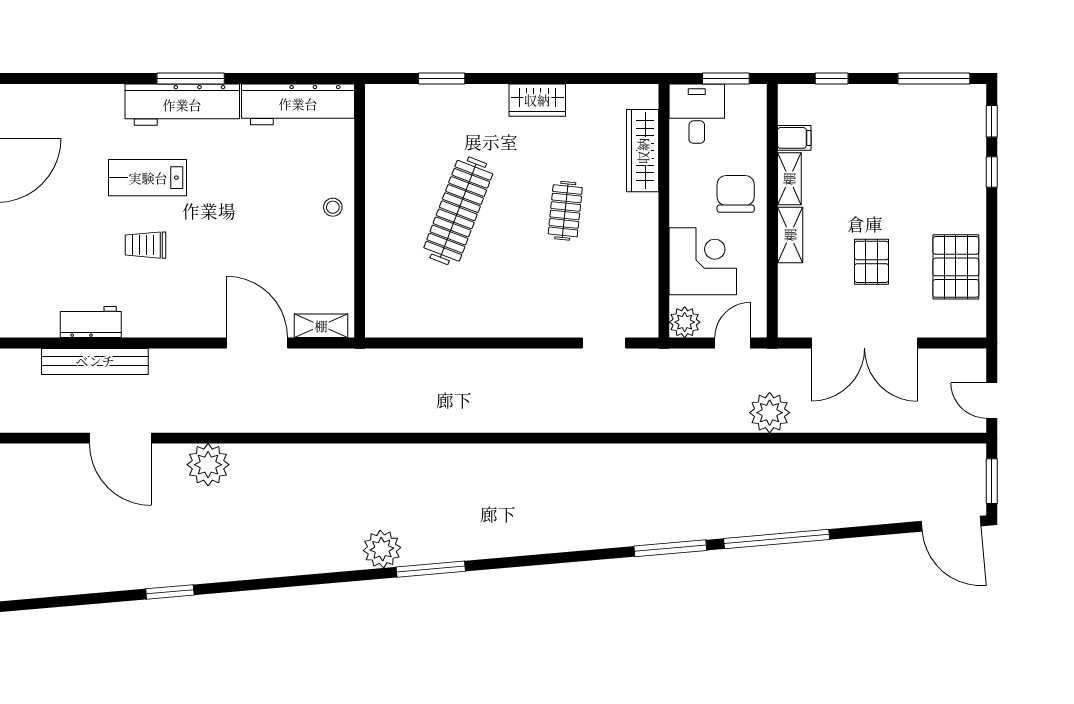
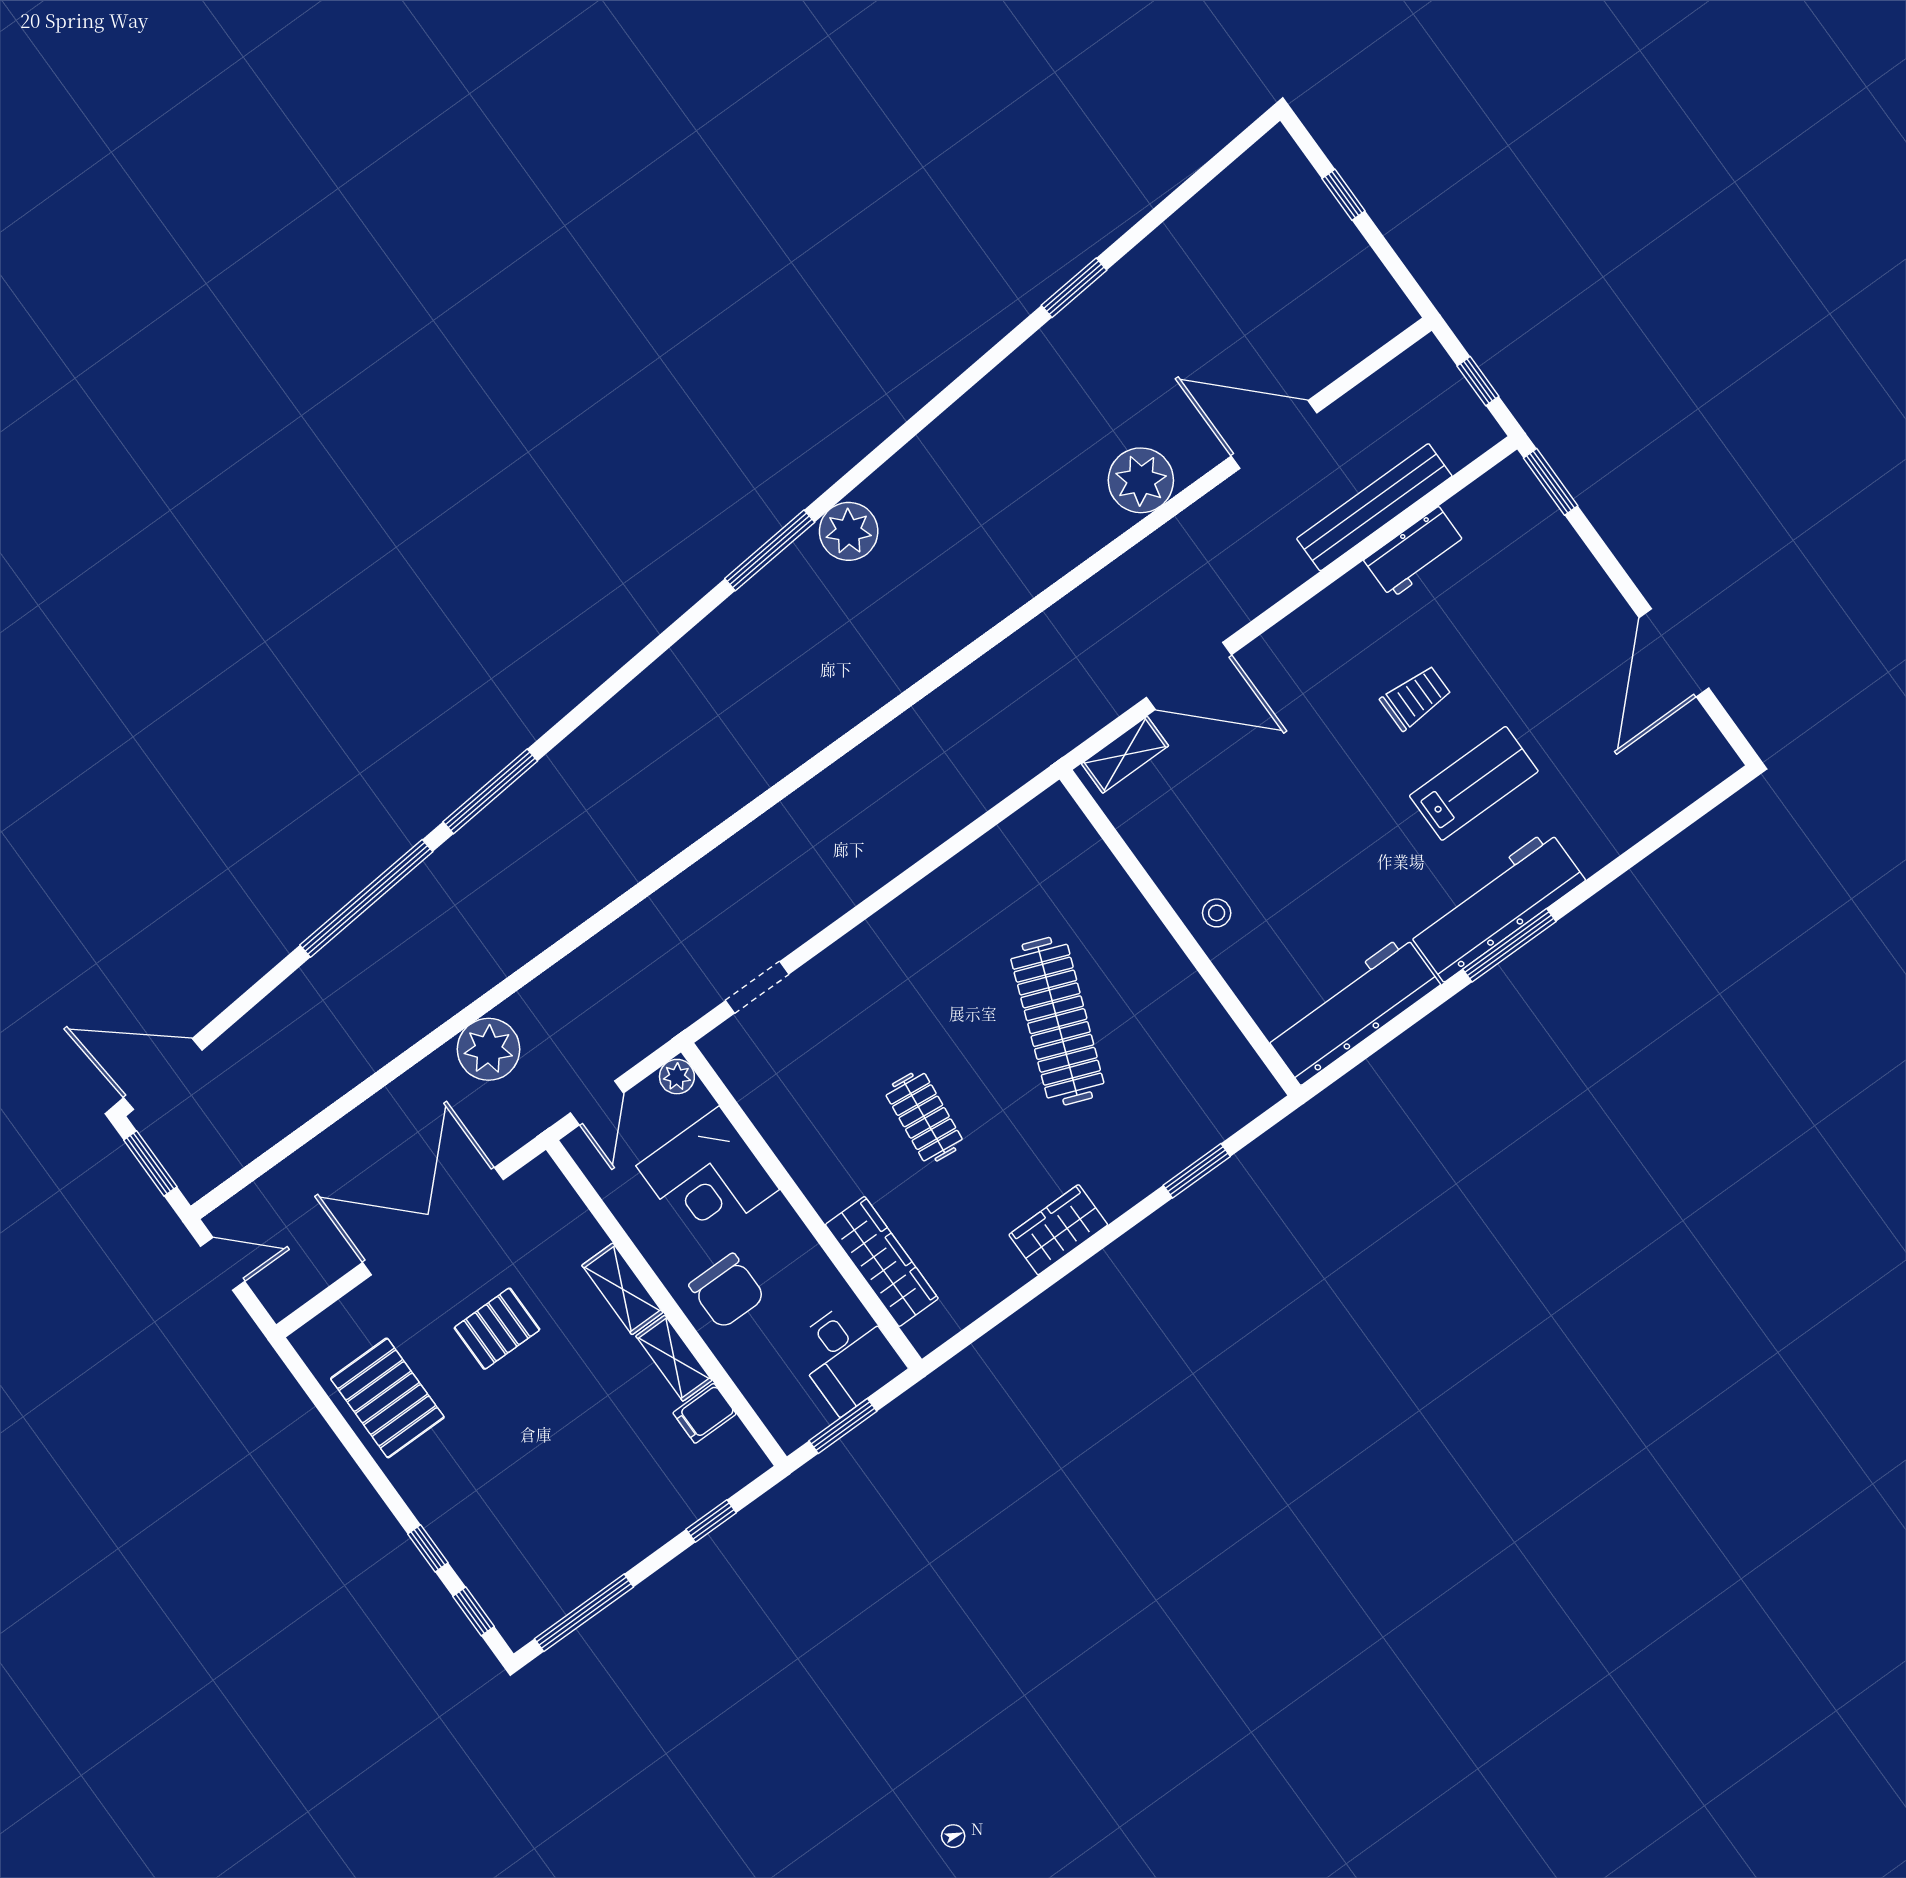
pallet: (872, 262) -> (497, 1329), turned 90
plant: (685, 322) -> (677, 1077), width x0.73, depth x0.73

